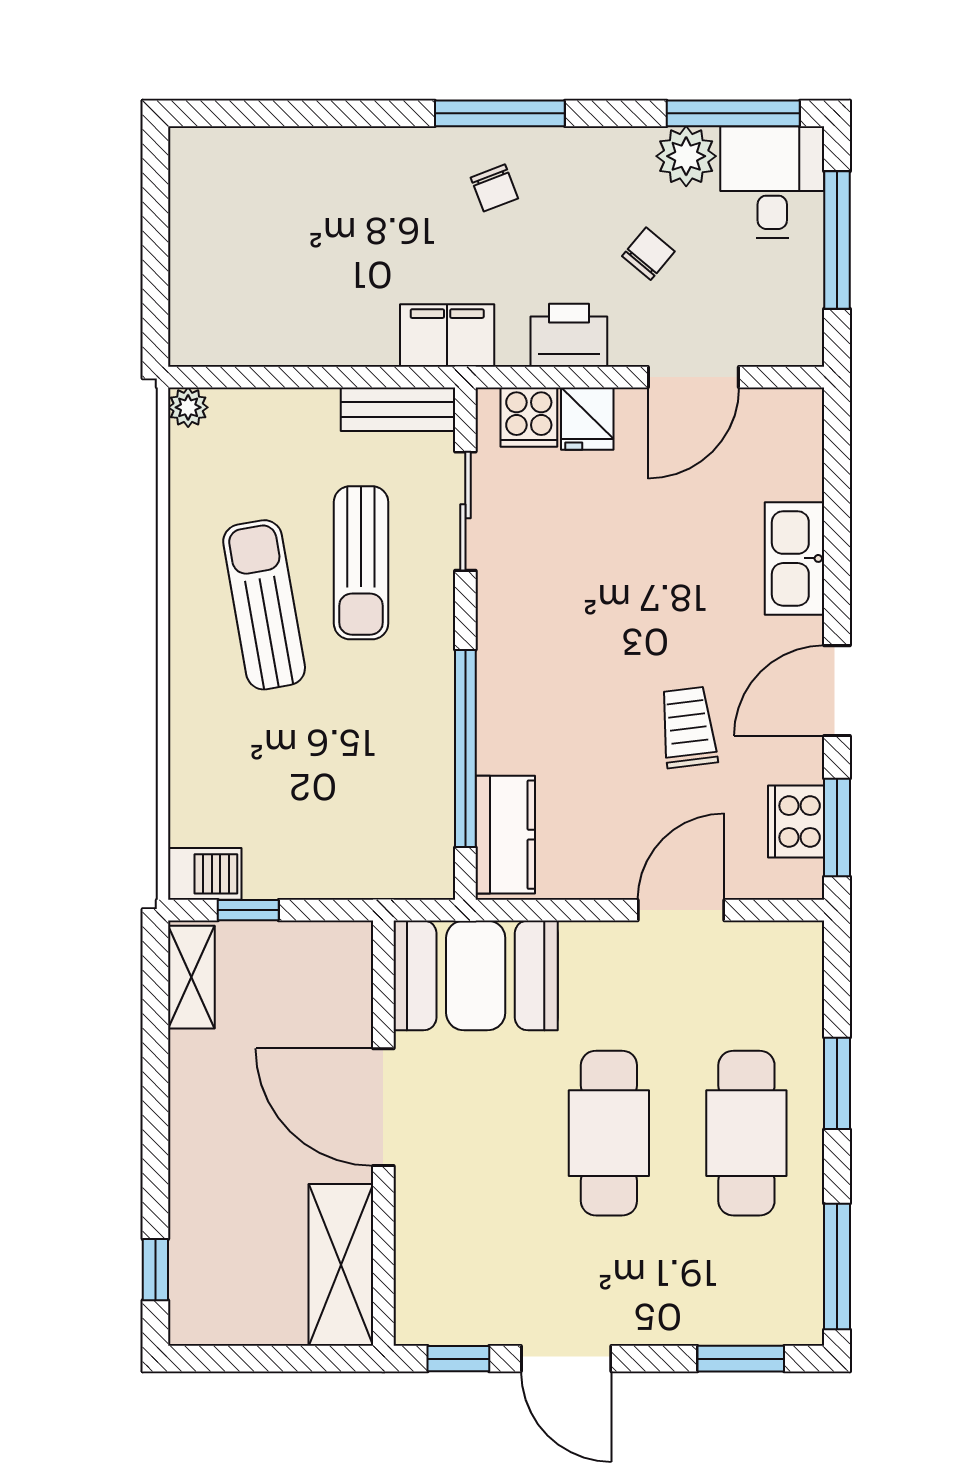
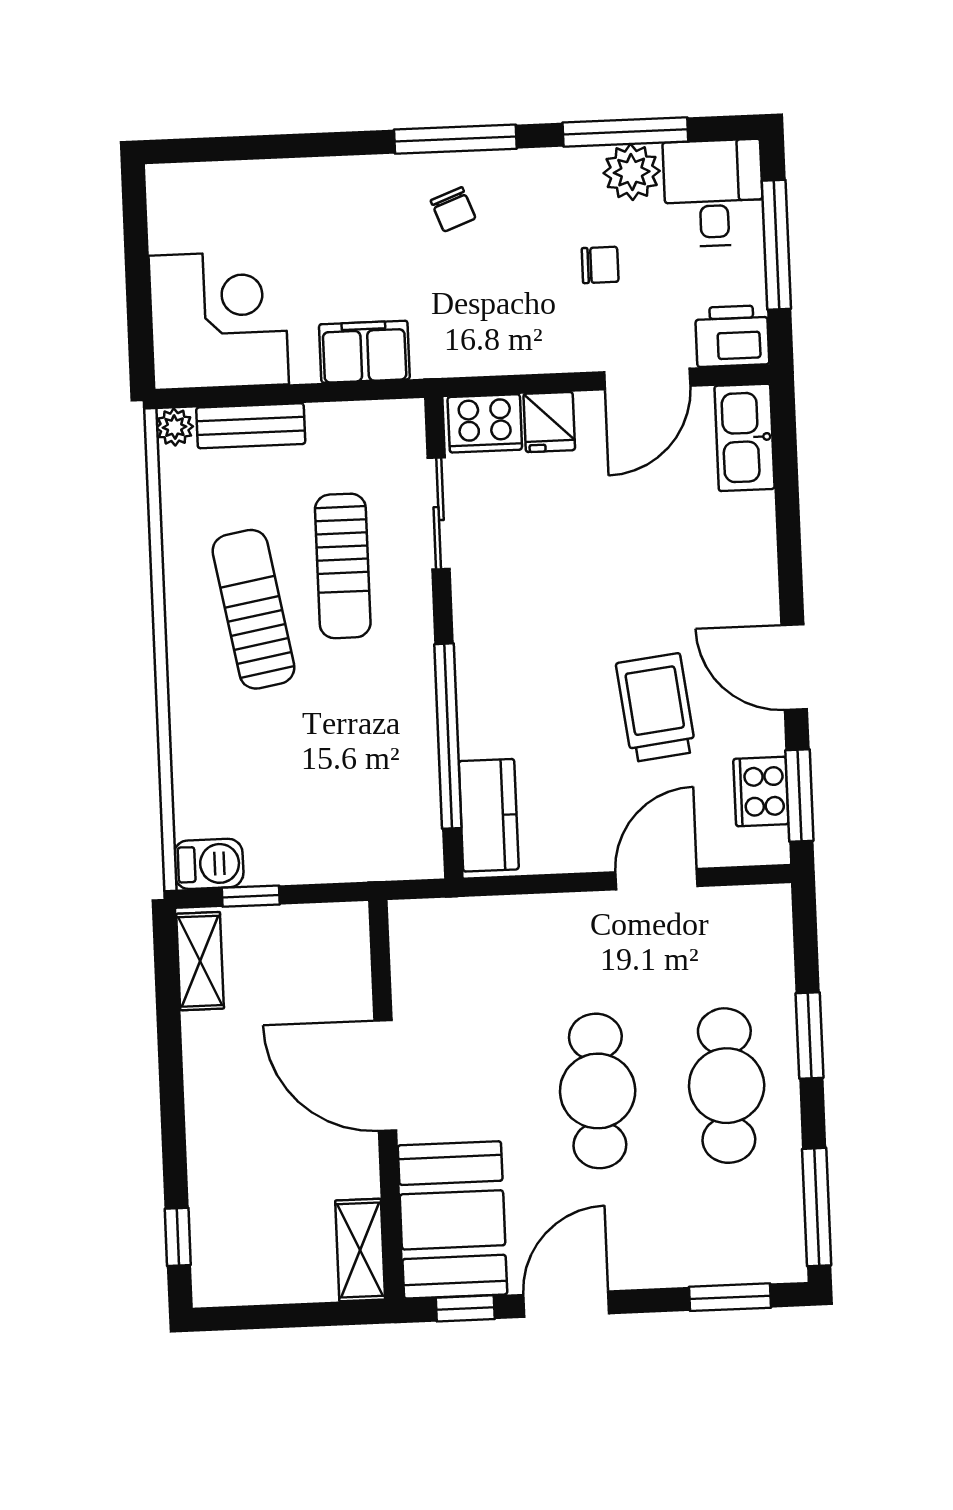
window: (733, 113) -> (625, 132), moved
chair: (648, 254) -> (600, 265), turned 50
corner desk: (240, 295) -> (219, 320), added
printer: (569, 335) -> (732, 336), moved
filing cabinet: (447, 336) -> (364, 352), moved
bench: (398, 409) -> (251, 426), moved
cooker: (529, 417) -> (485, 423), width x1.36
kitchen sink: (795, 558) -> (745, 437), moved
door: (837, 691) -> (794, 667), hinge flipped
trolley: (688, 727) -> (656, 708), width x1.36, depth x1.39
booth: (476, 975) -> (453, 1220), moved, turned 90
shelving: (341, 1265) -> (360, 1250), width x0.67, depth x0.75
door: (566, 1359) -> (566, 1304), swing flipped

